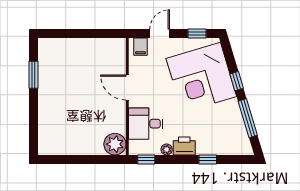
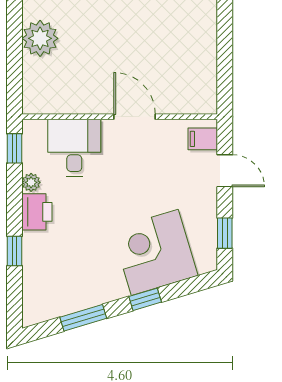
corner desk: (201, 77) -> (155, 252), width x0.74, depth x0.74
door: (127, 88) -> (134, 117), hinge flipped
window: (248, 118) -> (83, 318), width x0.69
plant: (115, 144) -> (40, 38), moved

